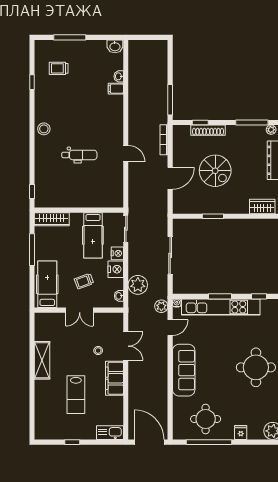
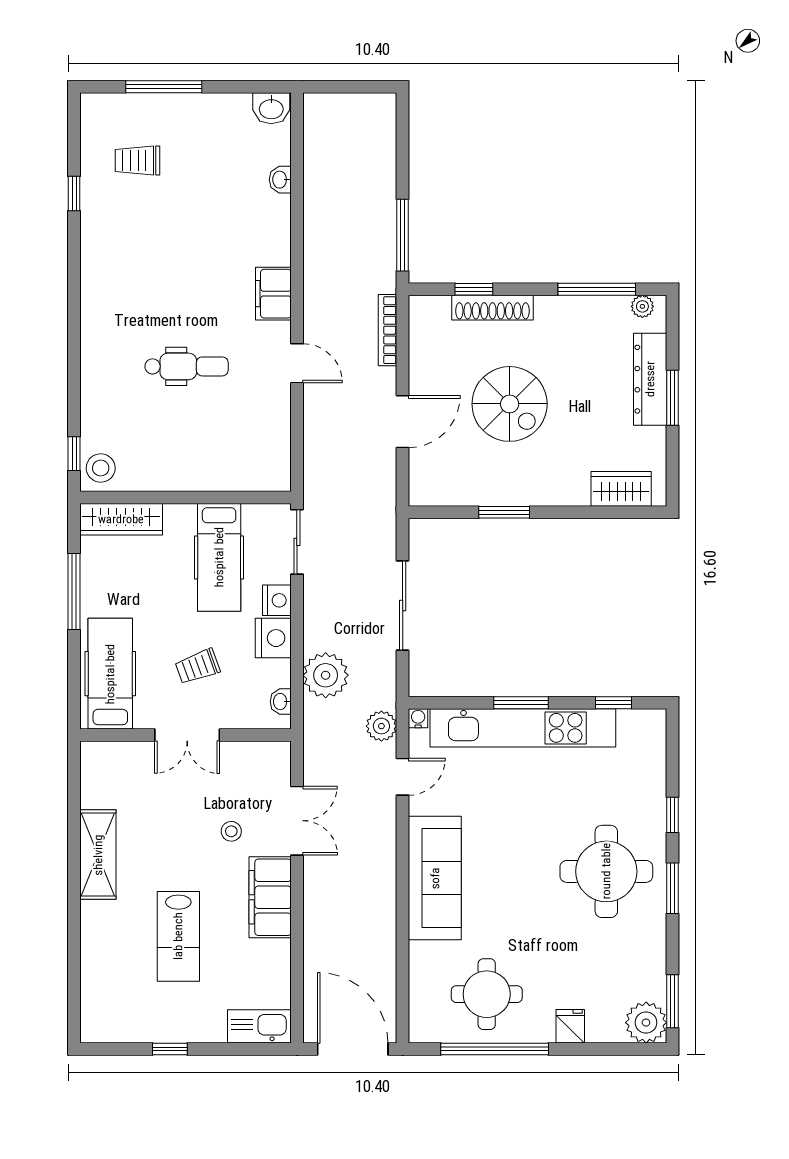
filing cabinet: (116, 89) -> (273, 294), moved, width x2.00
stool: (44, 129) -> (101, 468), moved

